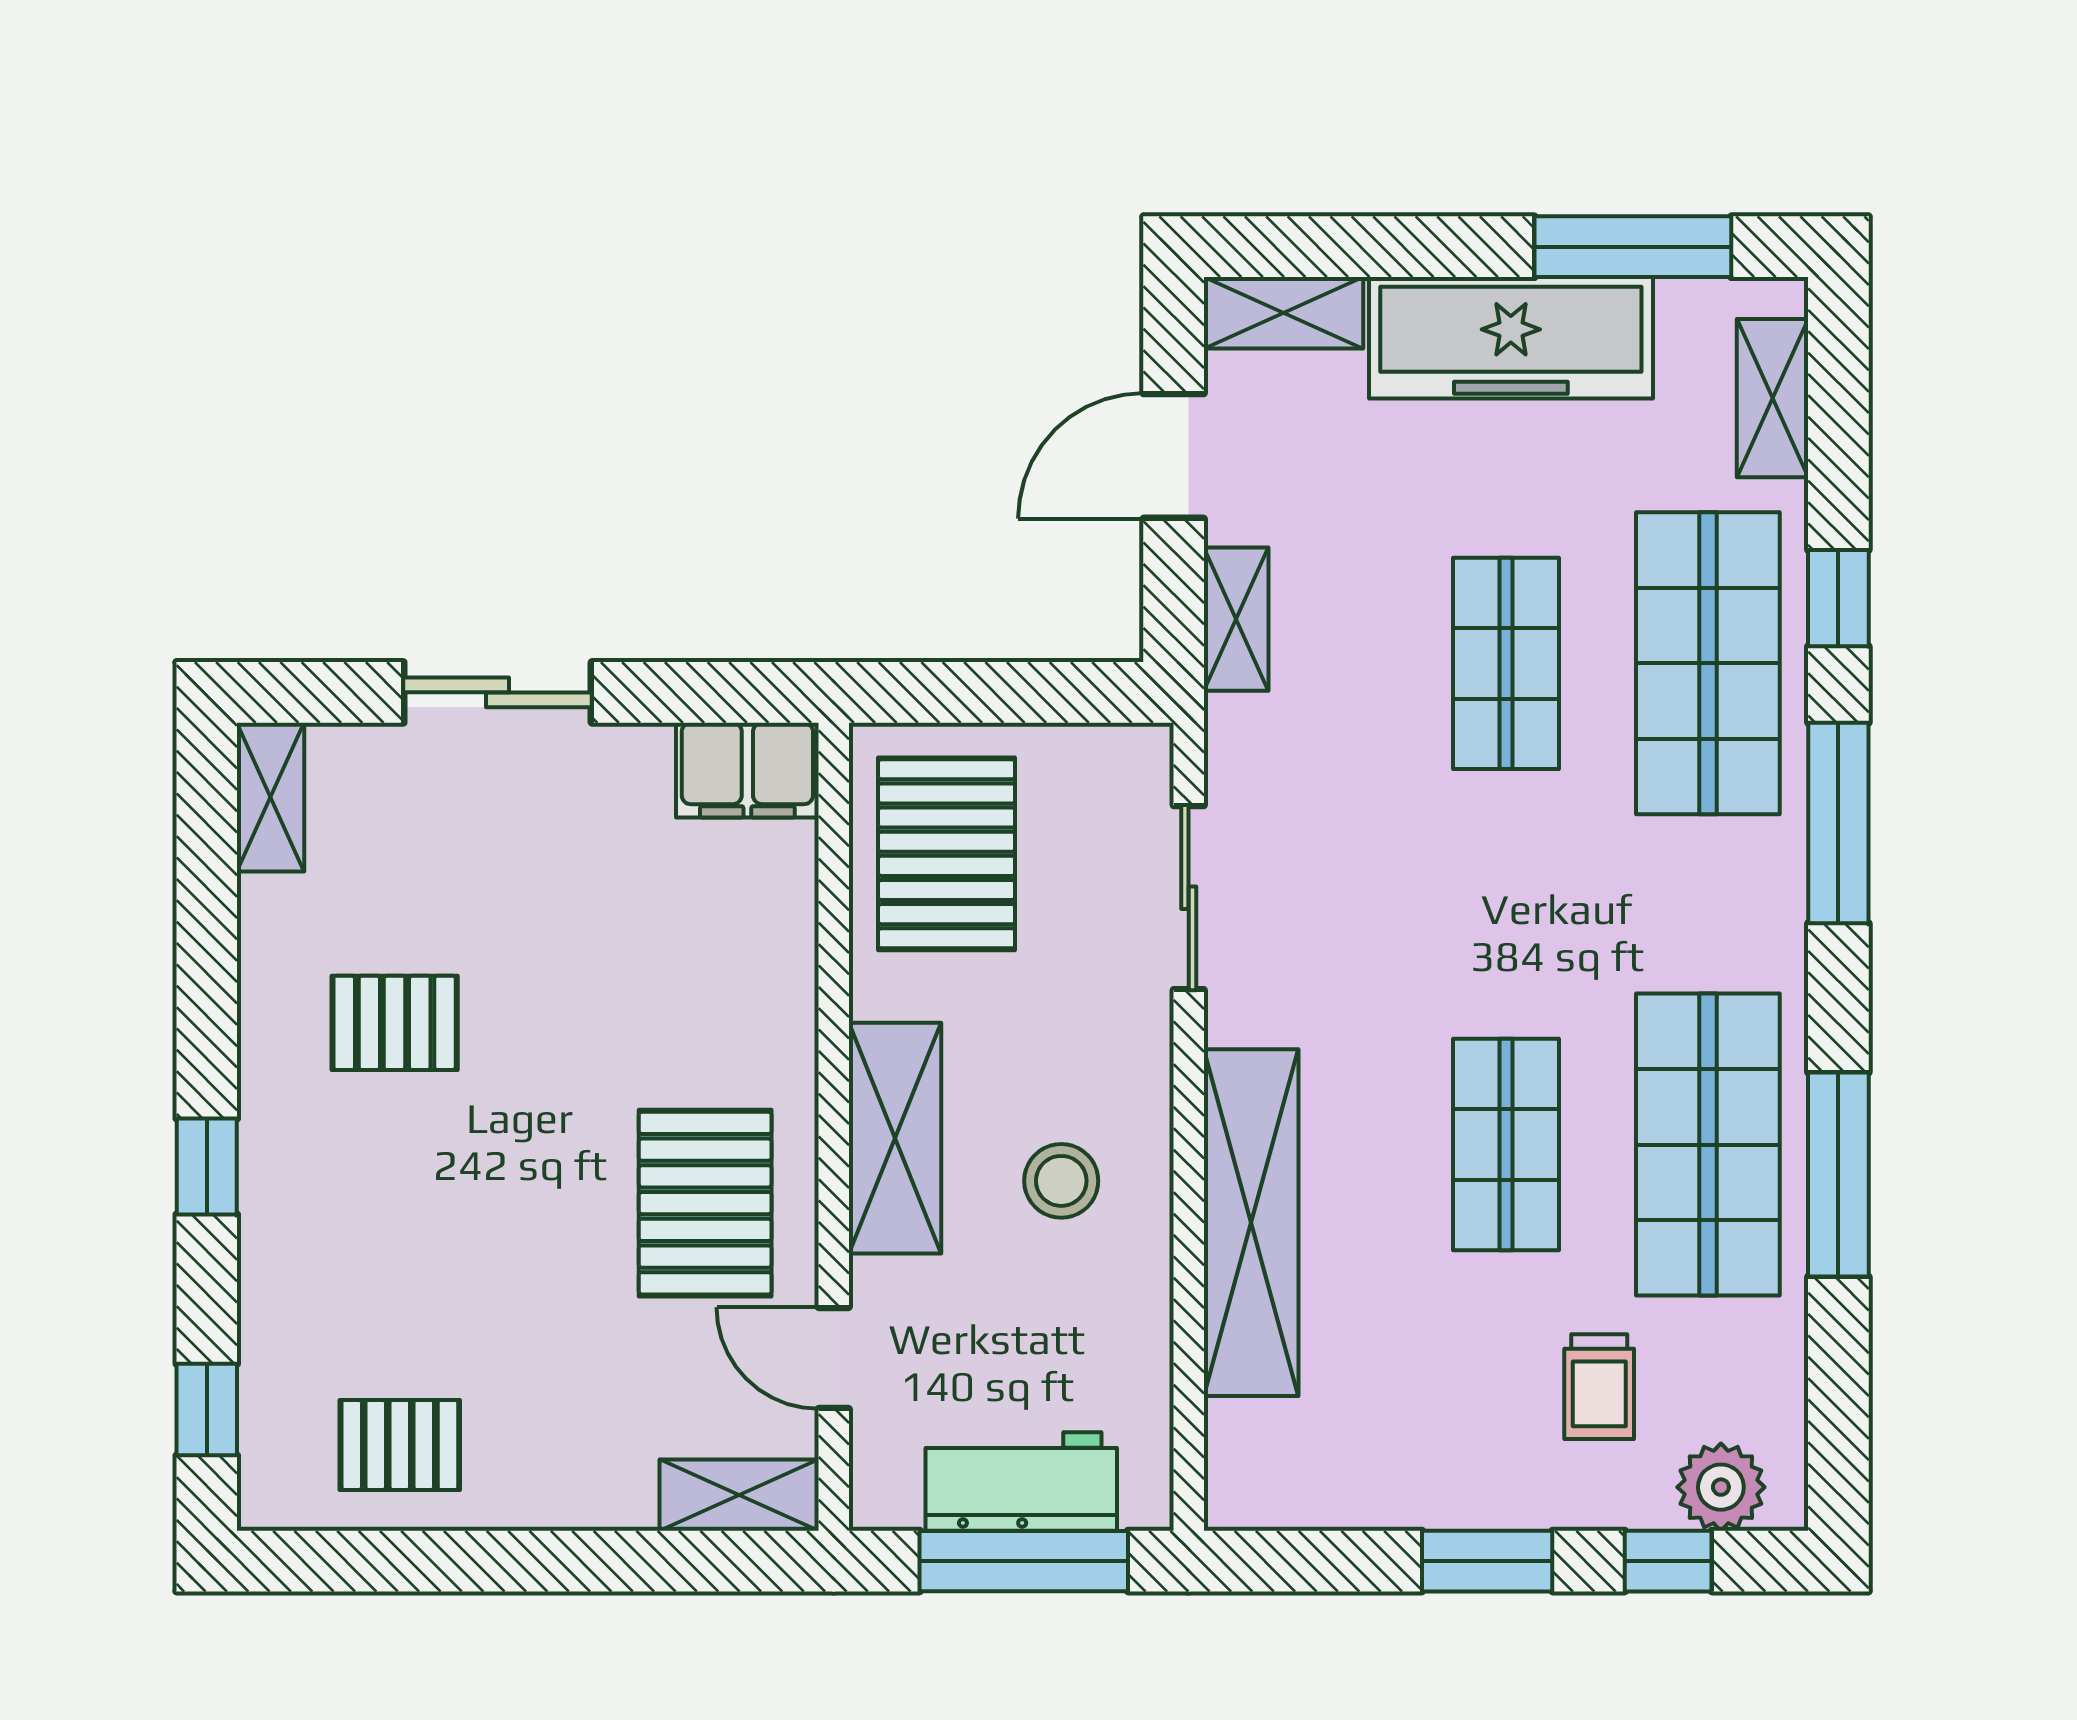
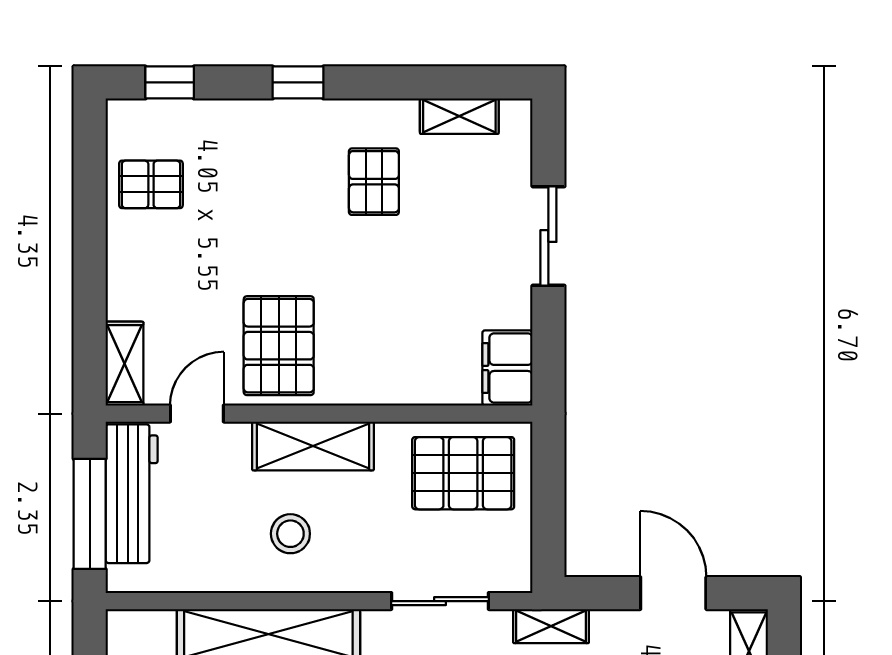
shelving: (1236, 619) -> (551, 626), moved
shelving: (270, 797) -> (459, 116), moved
pallet: (705, 1203) -> (279, 346), turned 90
pallet: (400, 1445) -> (151, 184), turned 90
workbench: (1021, 1482) -> (132, 494), width x1.38

